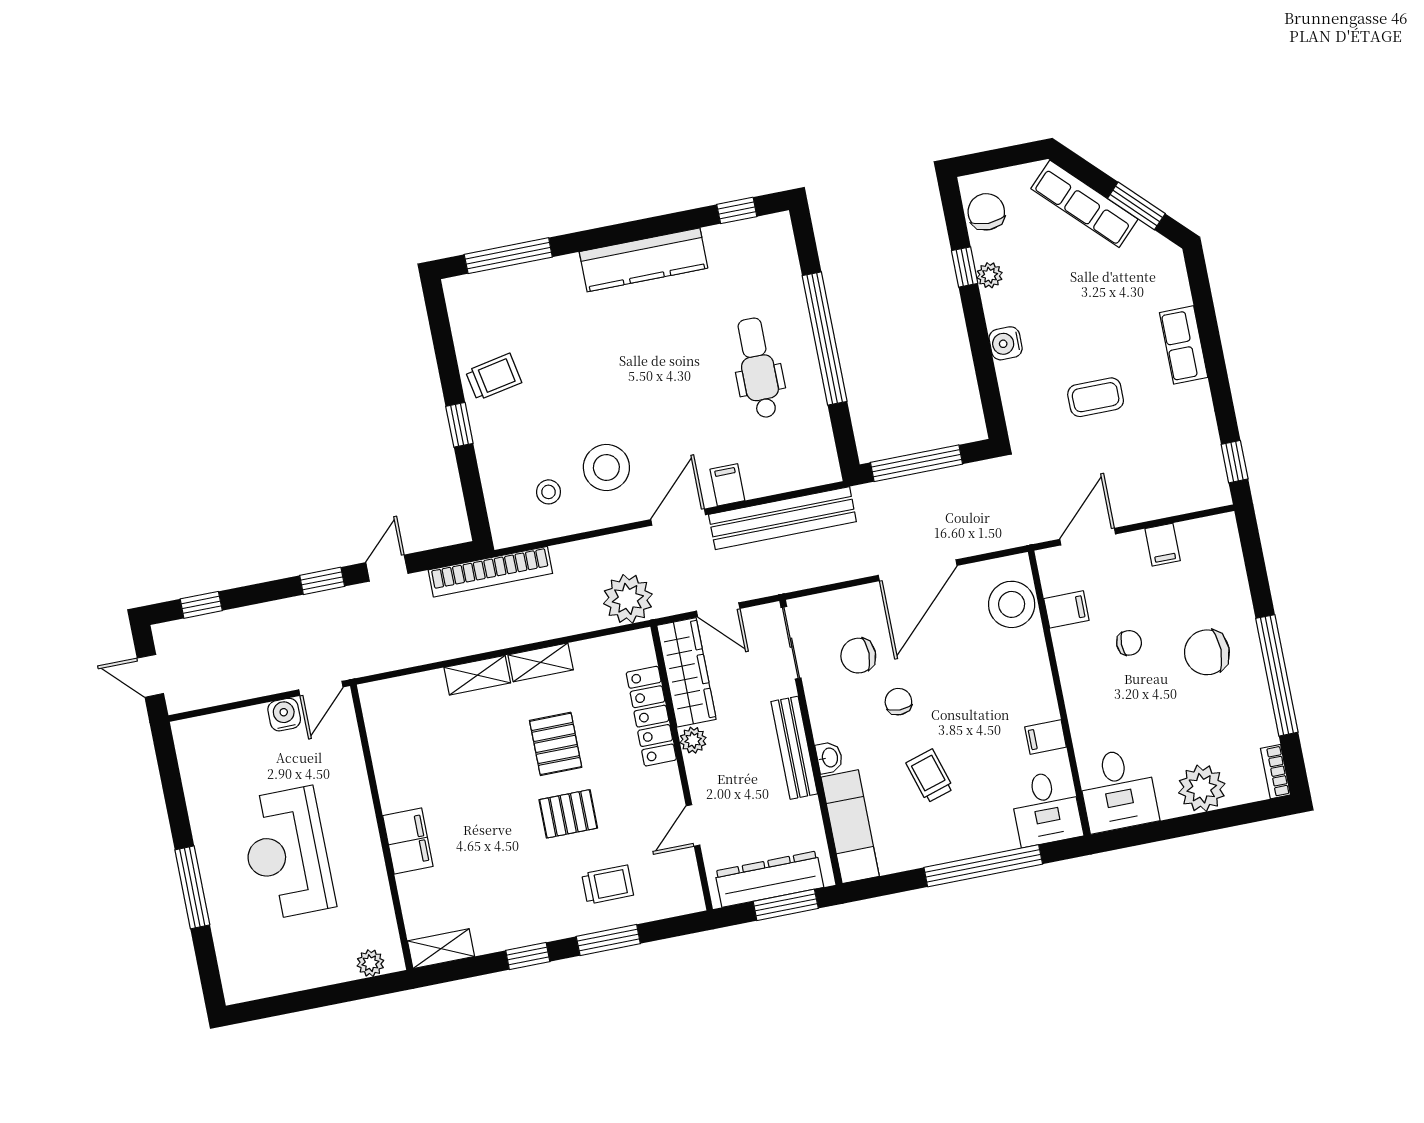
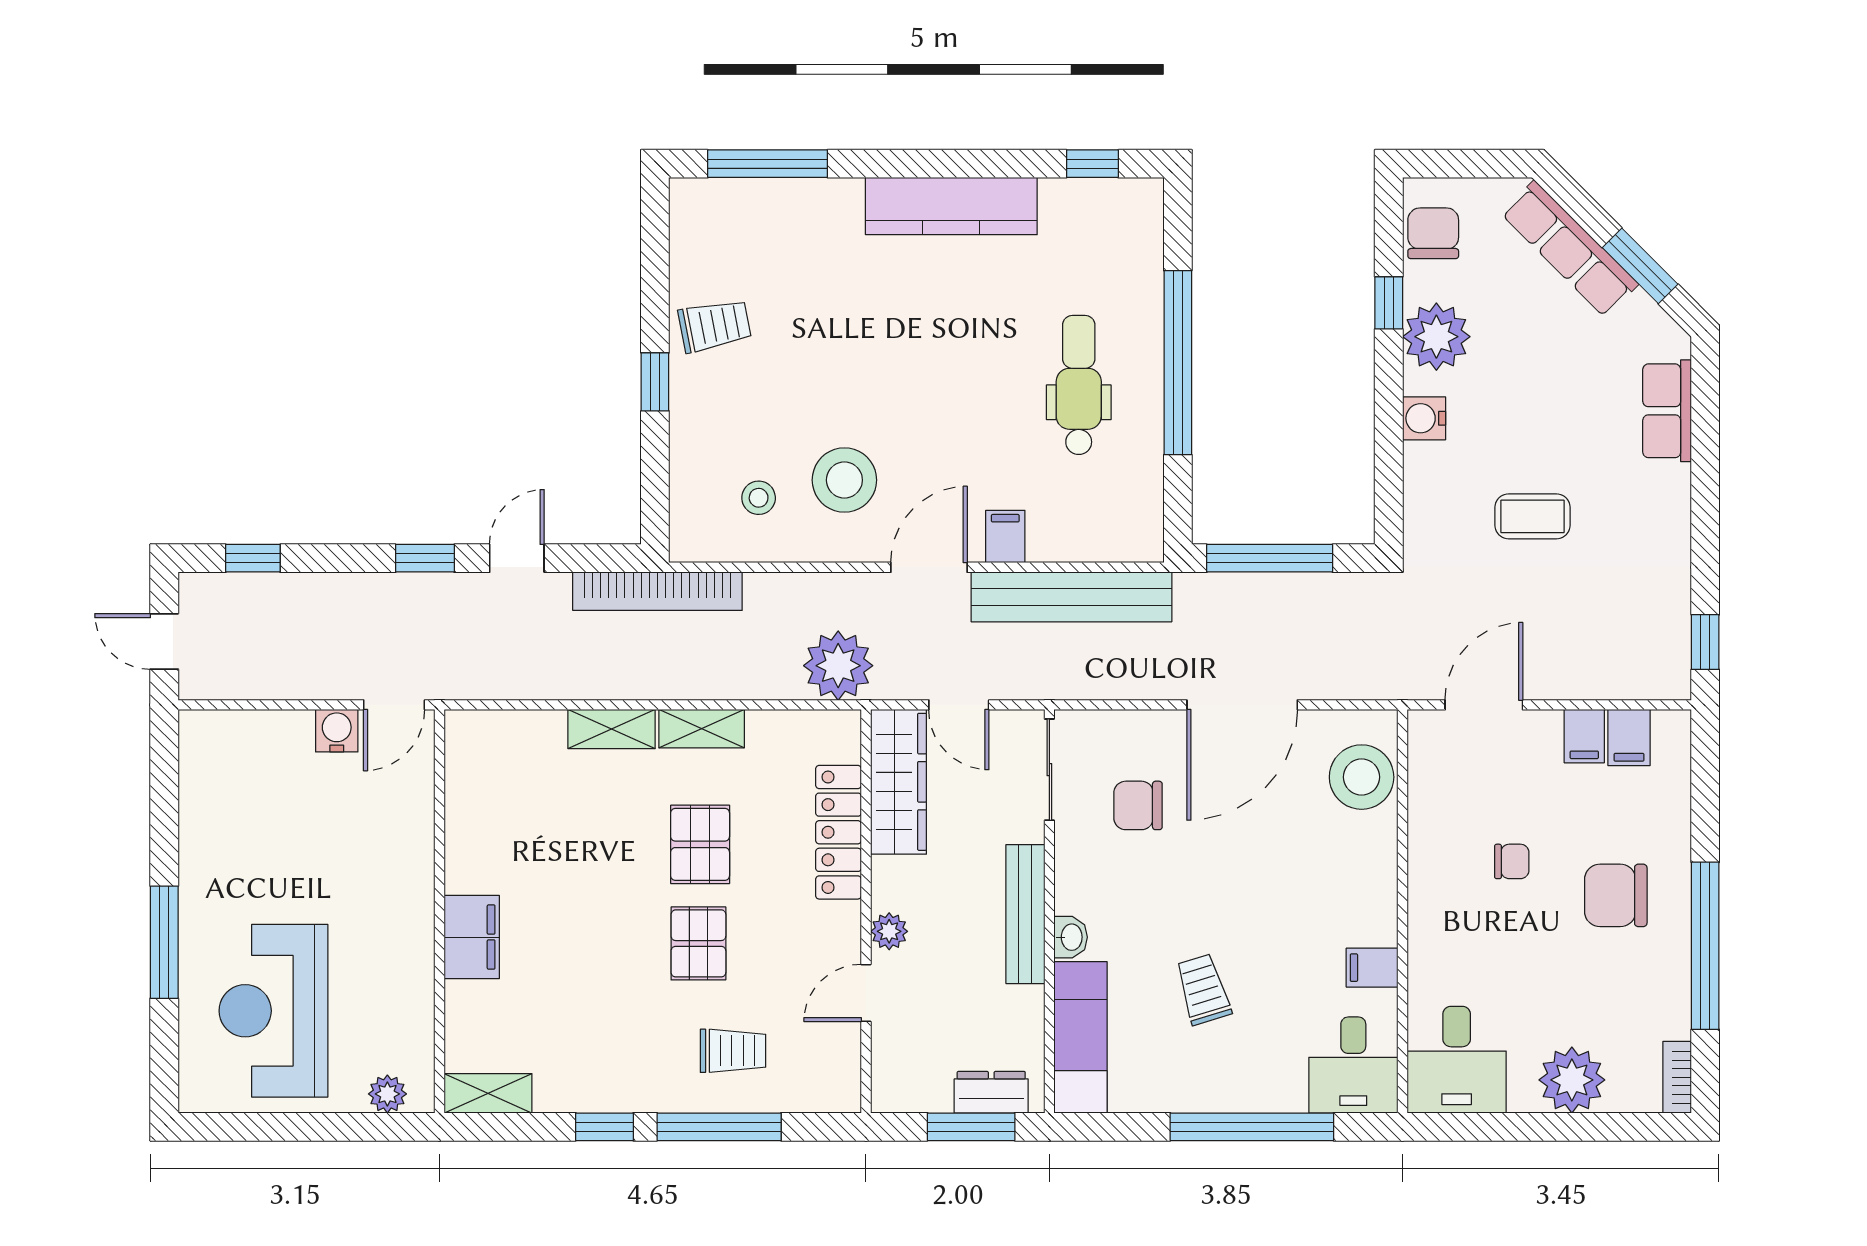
plant: (990, 275) -> (1436, 337), width x1.88, depth x1.88
row of seats: (1184, 345) -> (1667, 411), moved
filing cabinet: (1066, 609) -> (1629, 738), moved, turned 90
chair: (898, 702) -> (1180, 879), removed
plant: (693, 740) -> (889, 931), moved
pallet: (568, 814) -> (698, 943), turned 90
reception desk: (287, 853) -> (273, 1011), moved
dresser: (769, 879) -> (991, 1092), width x0.51, depth x0.80
window: (608, 940) -> (719, 1127), width x1.44

